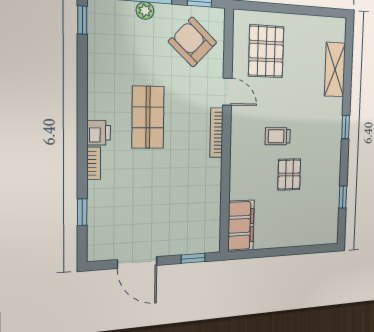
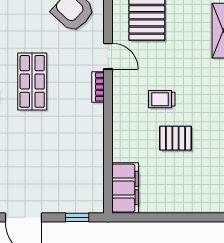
bookcase: (216, 133) -> (98, 87), width x0.64
pallet: (289, 174) -> (176, 138), turned 90

